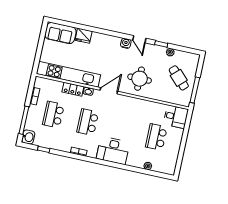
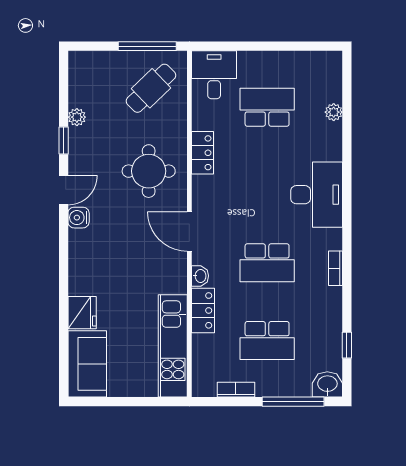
kitchen unit: (68, 74) -> (173, 346), width x0.73
cafe table: (179, 78) -> (151, 88), moved
locker: (142, 104) -> (203, 153), added
school desk: (156, 137) -> (267, 107), turned 180

